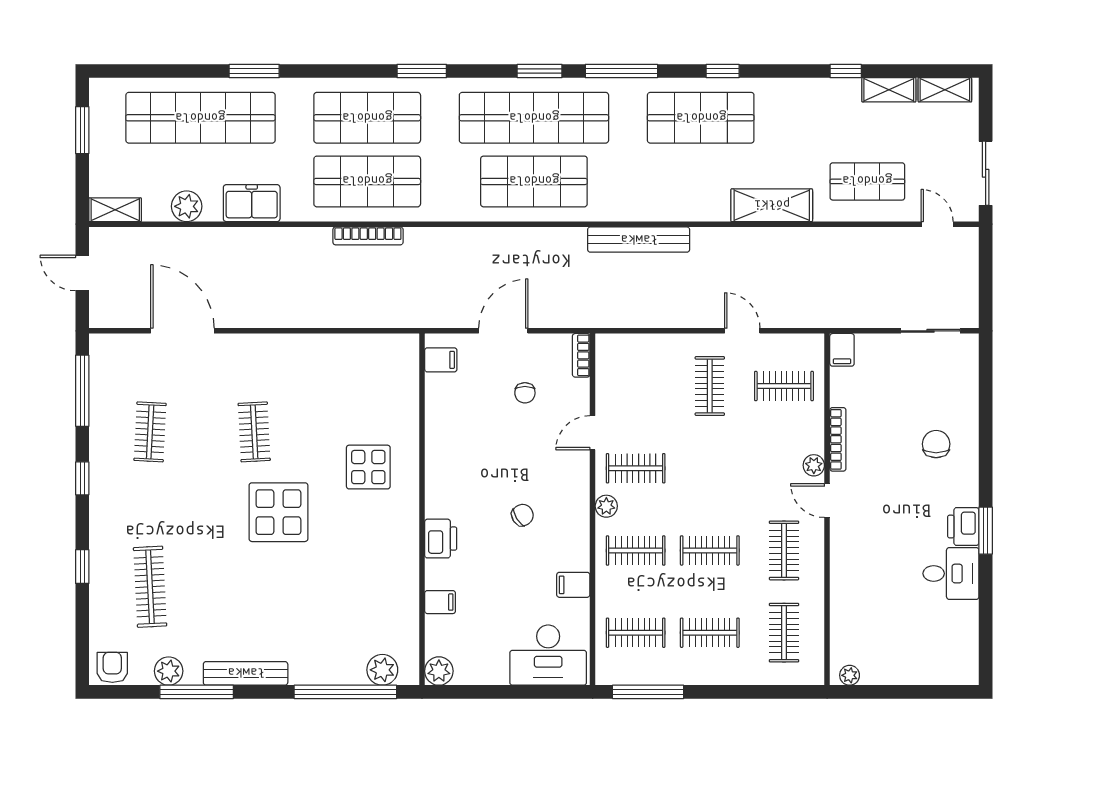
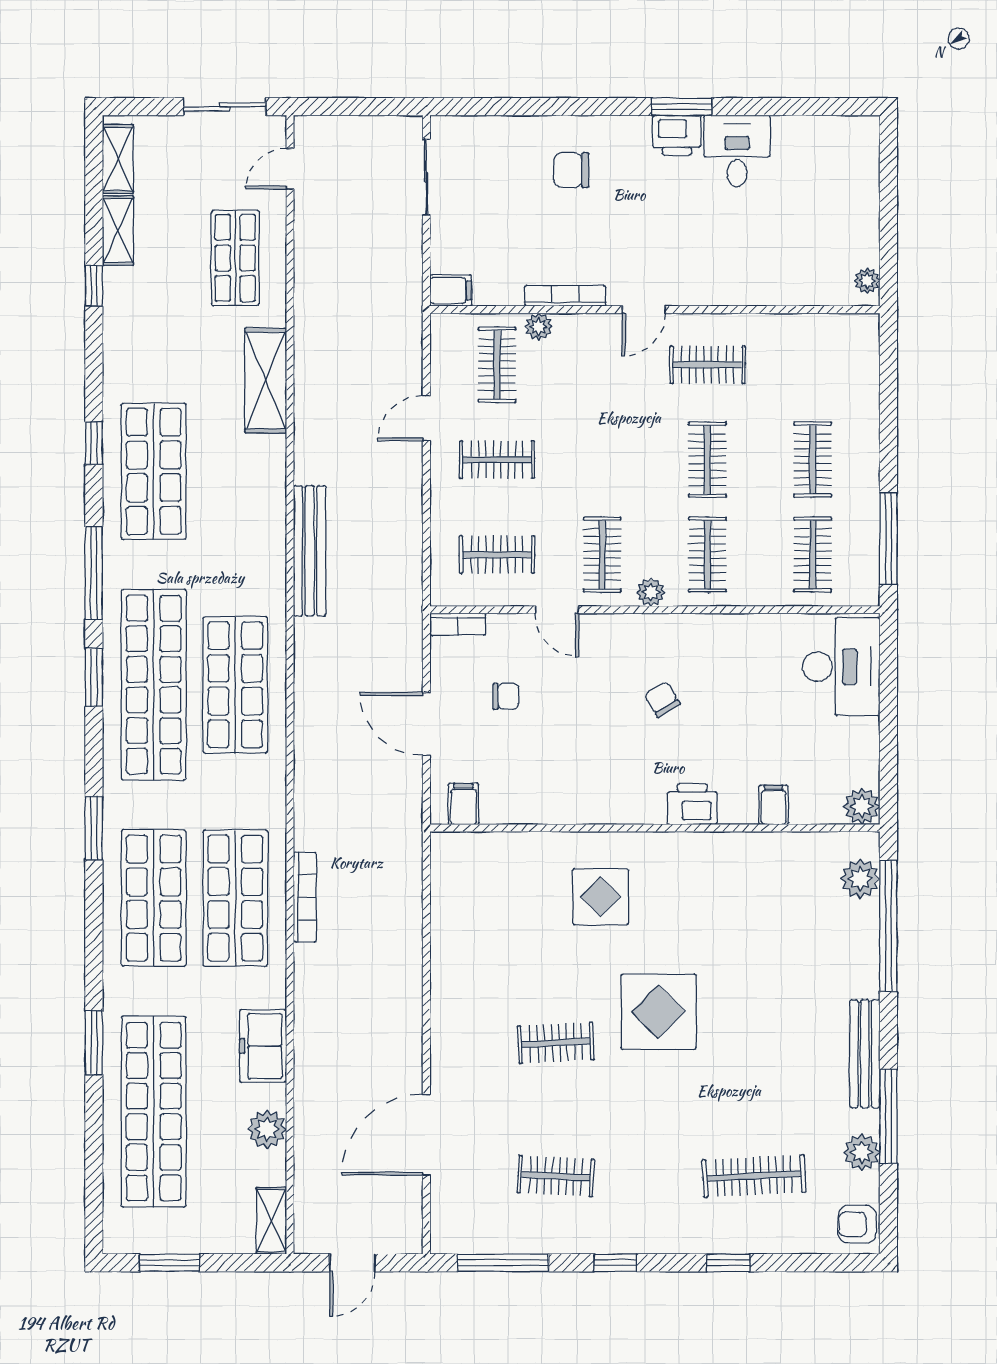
plant: (814, 465) -> (539, 327), moved
filing cabinet: (573, 585) -> (751, 634), removed
clothes rail: (784, 633) -> (497, 555), moved

